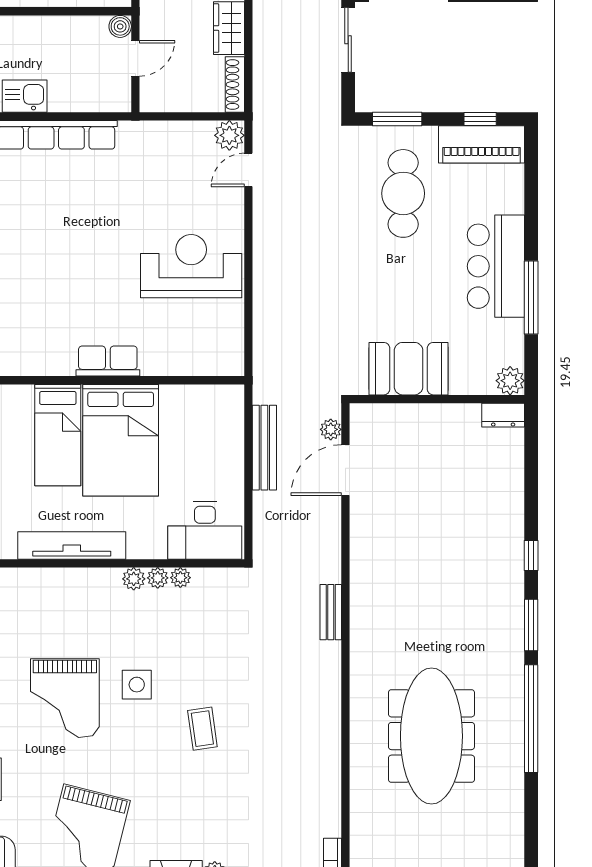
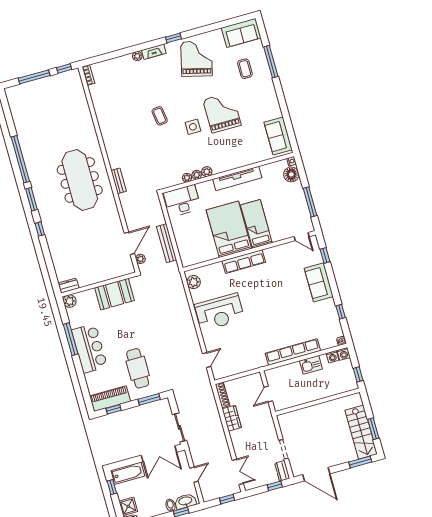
boiler: (120, 26) -> (278, 406), removed
plant: (229, 135) -> (194, 282), moved
row of seats: (108, 361) -> (244, 262), width x1.48
meeting table: (431, 736) -> (80, 180), moved

